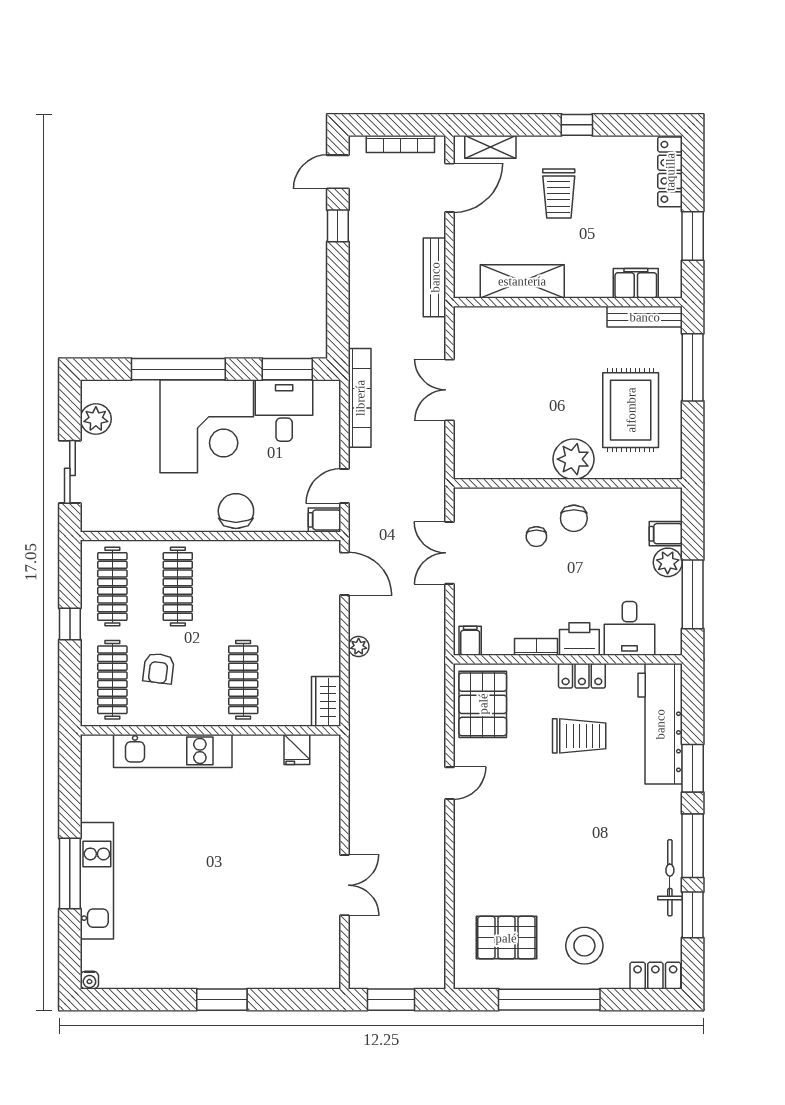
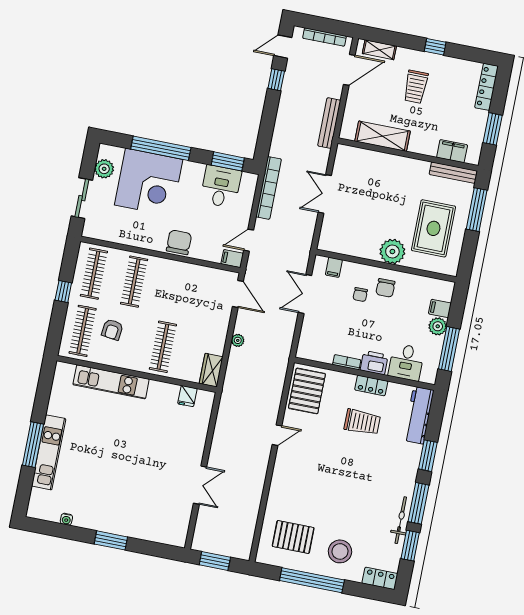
corner desk: (207, 426) -> (149, 182), moved
filing cabinet: (470, 641) -> (334, 267), moved, turned 180
workbench: (660, 724) -> (419, 415), width x0.73, depth x0.76
water cooler: (89, 980) -> (66, 519), moved

